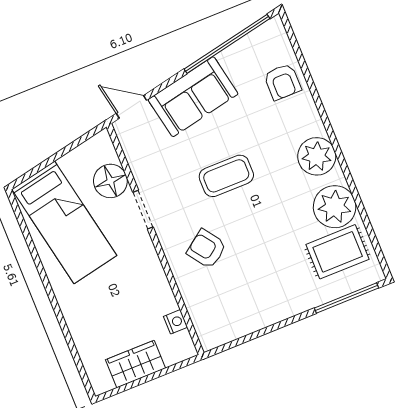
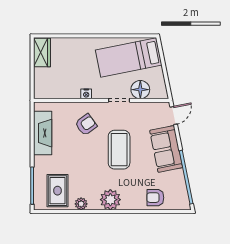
coffee table: (226, 176) -> (119, 150), width x1.36, depth x1.32
plant: (335, 207) -> (81, 204), width x0.53, depth x0.53
fireplace: (250, 316) -> (43, 133), added
nightstand: (176, 322) -> (86, 94), moved
wardrobe: (136, 364) -> (42, 53), moved

